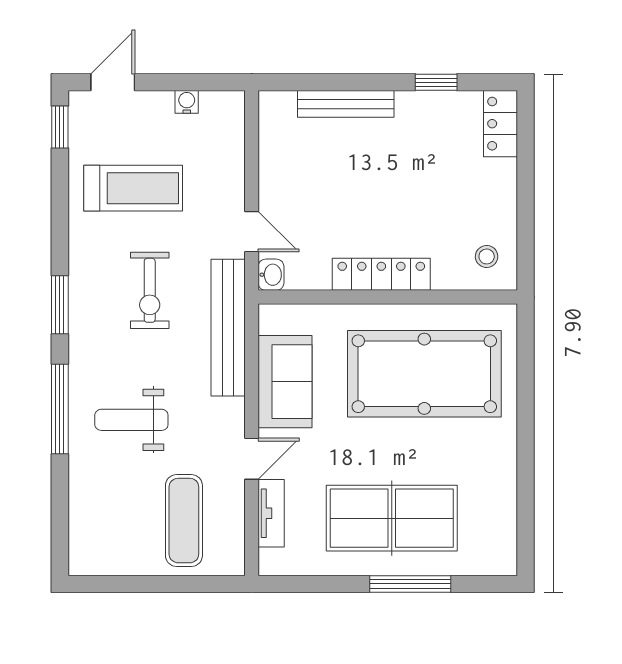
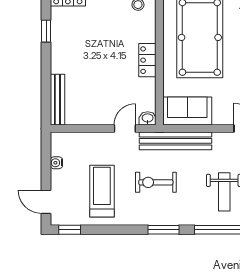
bench: (346, 104) -> (57, 100), moved
locker: (381, 274) -> (147, 60), width x0.66
exercise bike: (150, 290) -> (156, 182), turned 180
sofa: (285, 382) -> (187, 111), moved

